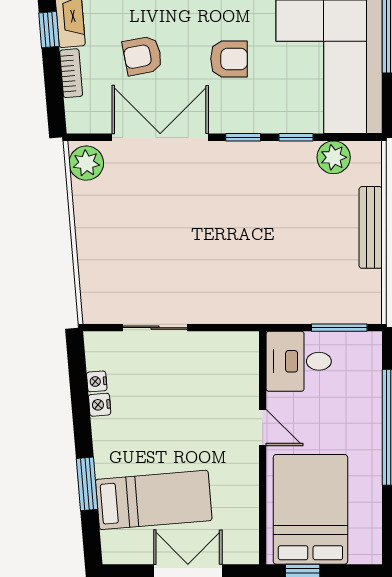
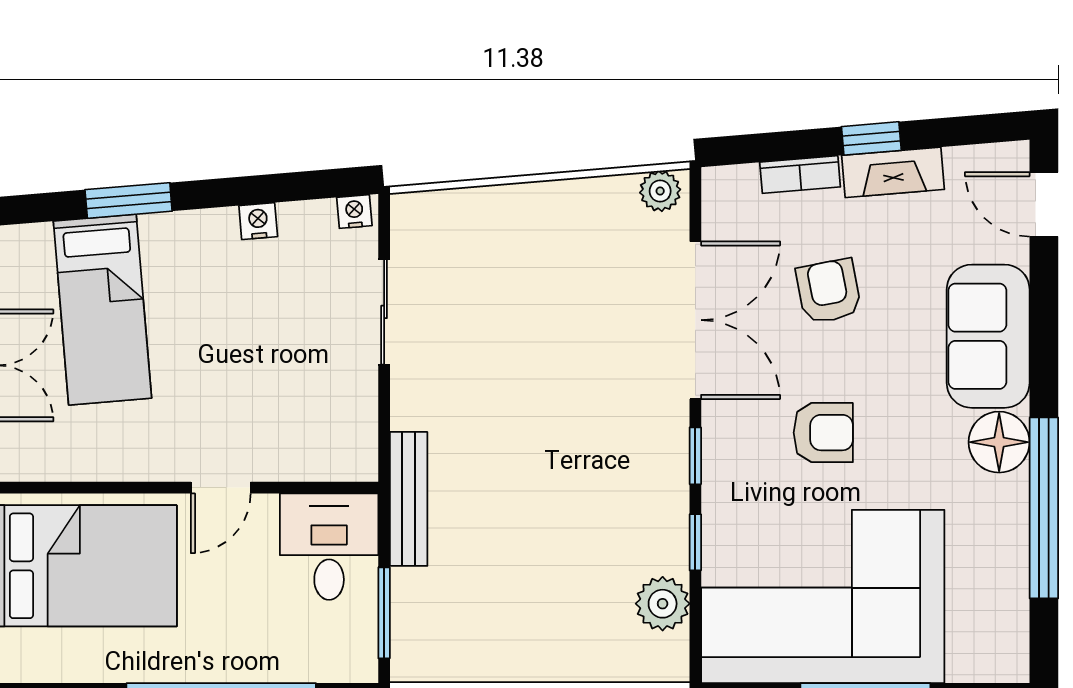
armchair: (229, 59) -> (823, 433), turned -90
plant: (86, 163) -> (660, 191), width x0.73, depth x0.73
bench: (371, 227) -> (409, 499), moved, turned 90
nightstand: (97, 381) -> (354, 212), moved

